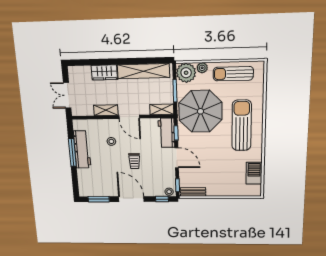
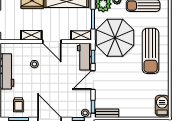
sun lounger: (242, 125) -> (151, 51), turned 180
door: (177, 158) -> (93, 80), swing flipped
trolley: (134, 161) -> (18, 105), moved
barbecue: (254, 173) -> (162, 106), moved

